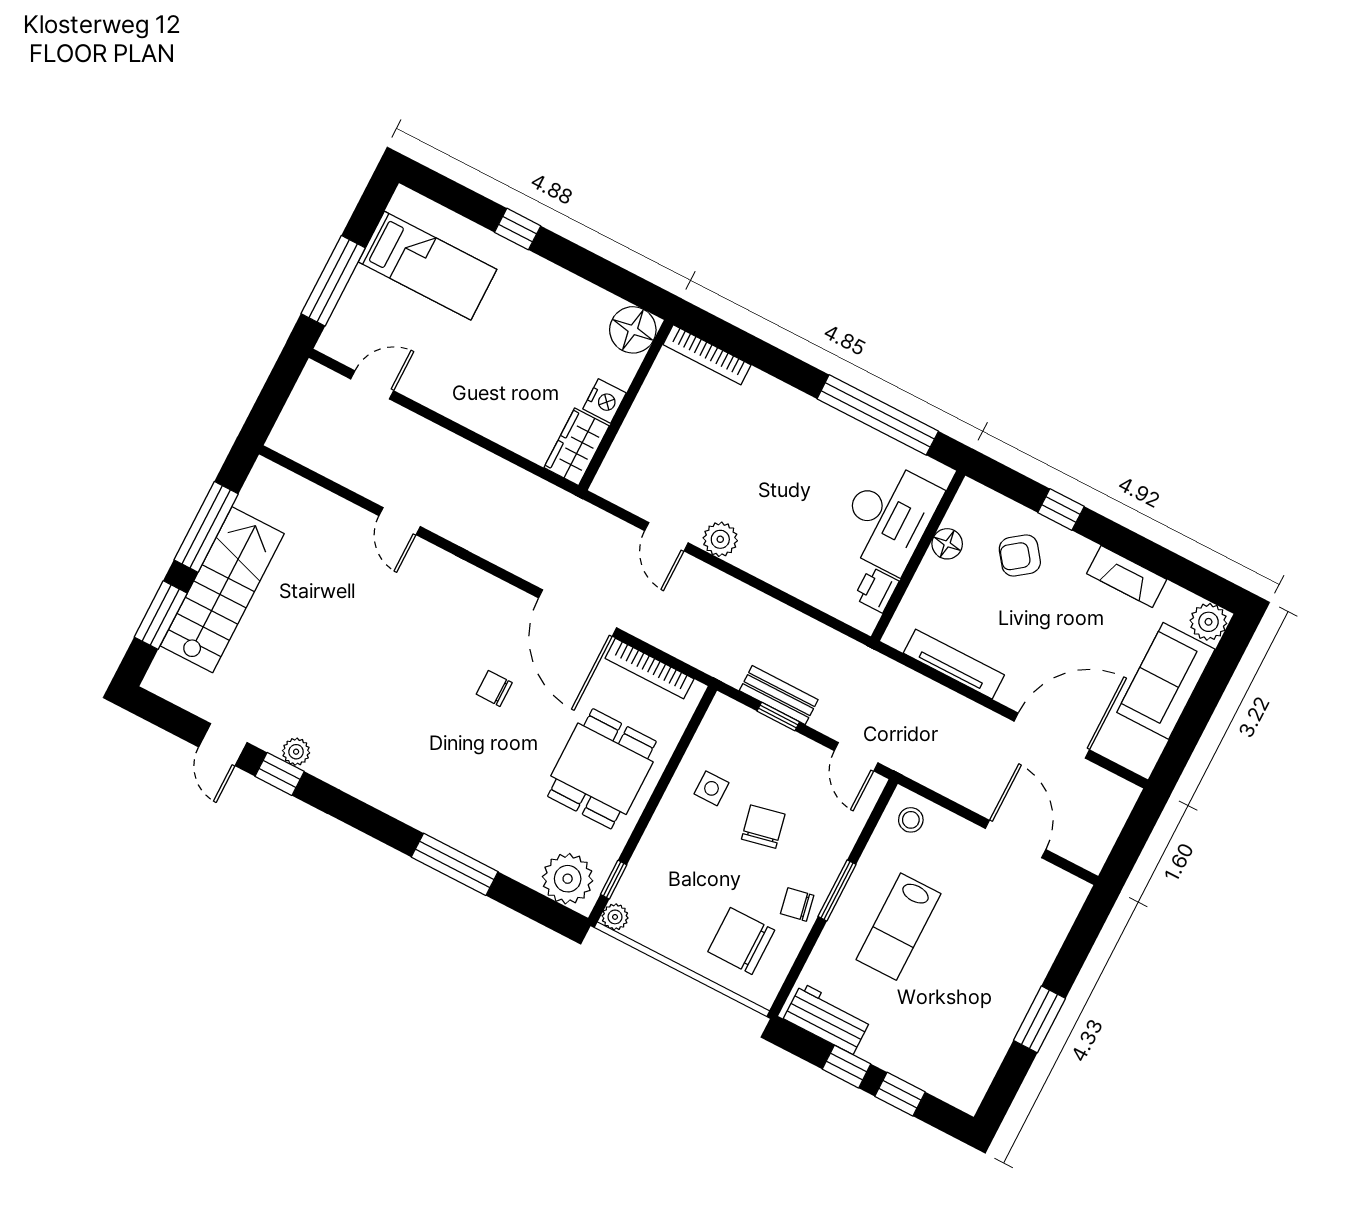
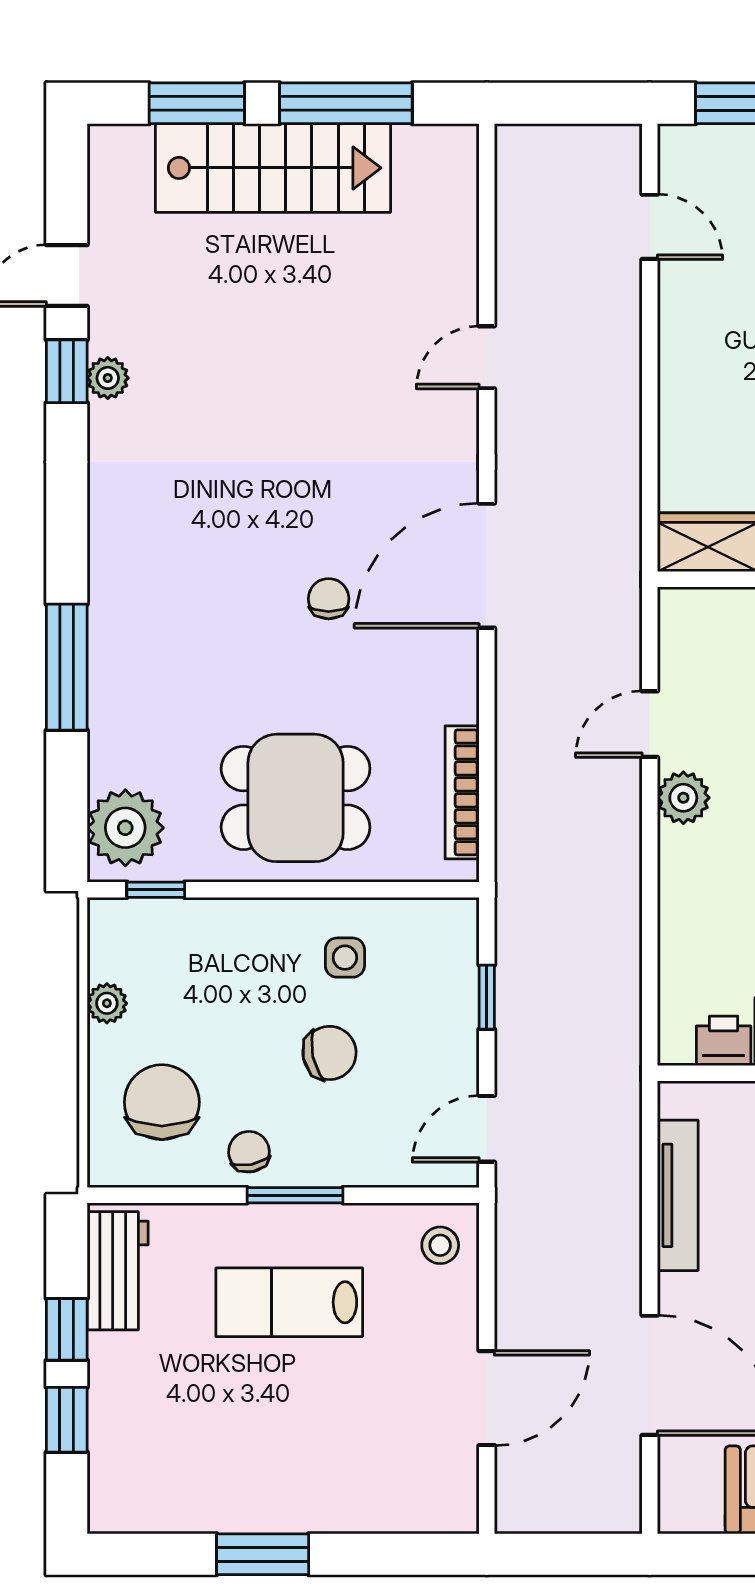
door: (578, 613) -> (487, 566), moved
bench: (779, 695) -> (516, 983), removed
plant: (615, 917) -> (107, 1003), moved

